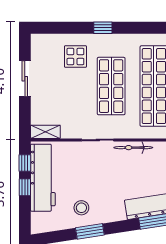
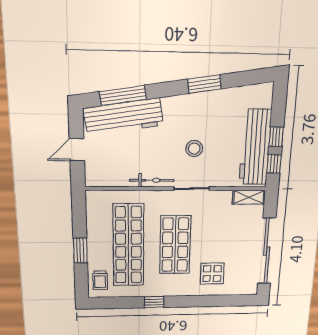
window: (103, 28) -> (154, 302), moved
sliding door: (25, 79) -> (267, 251), width x1.86
stool: (81, 208) -> (194, 148), moved

